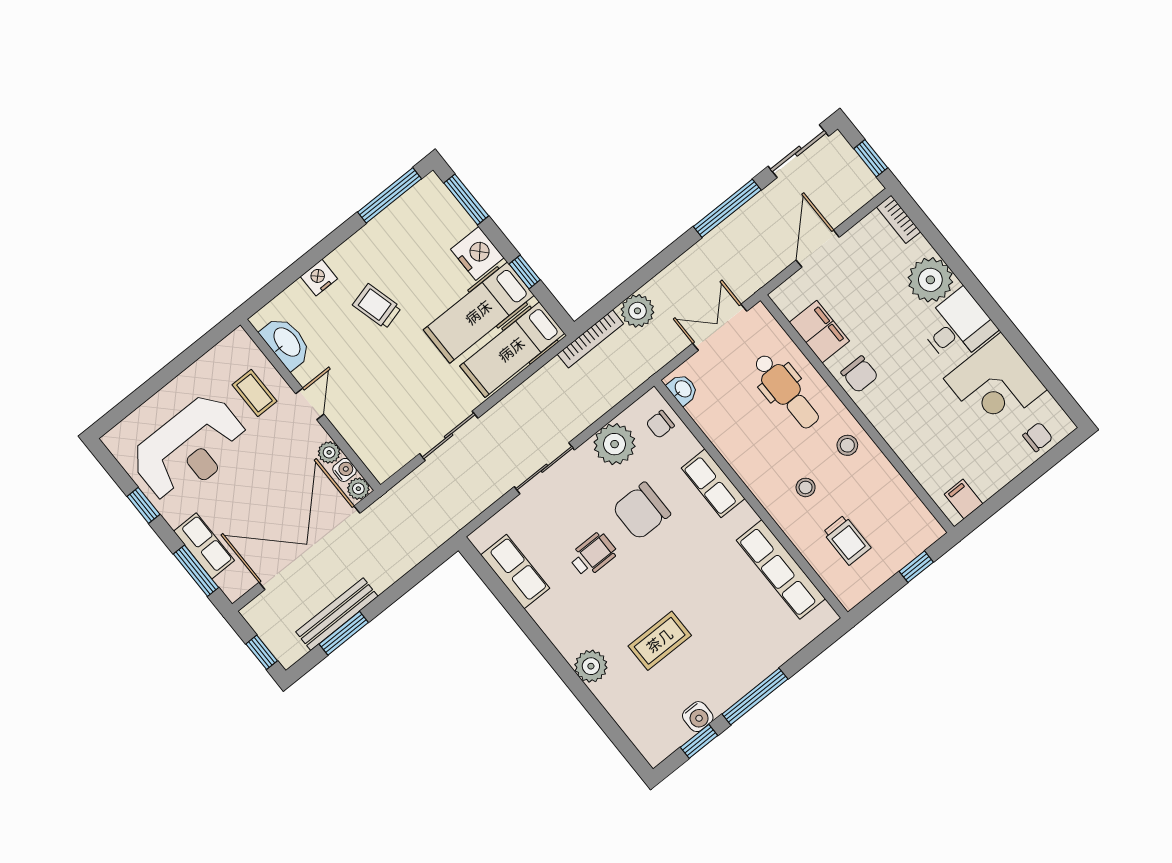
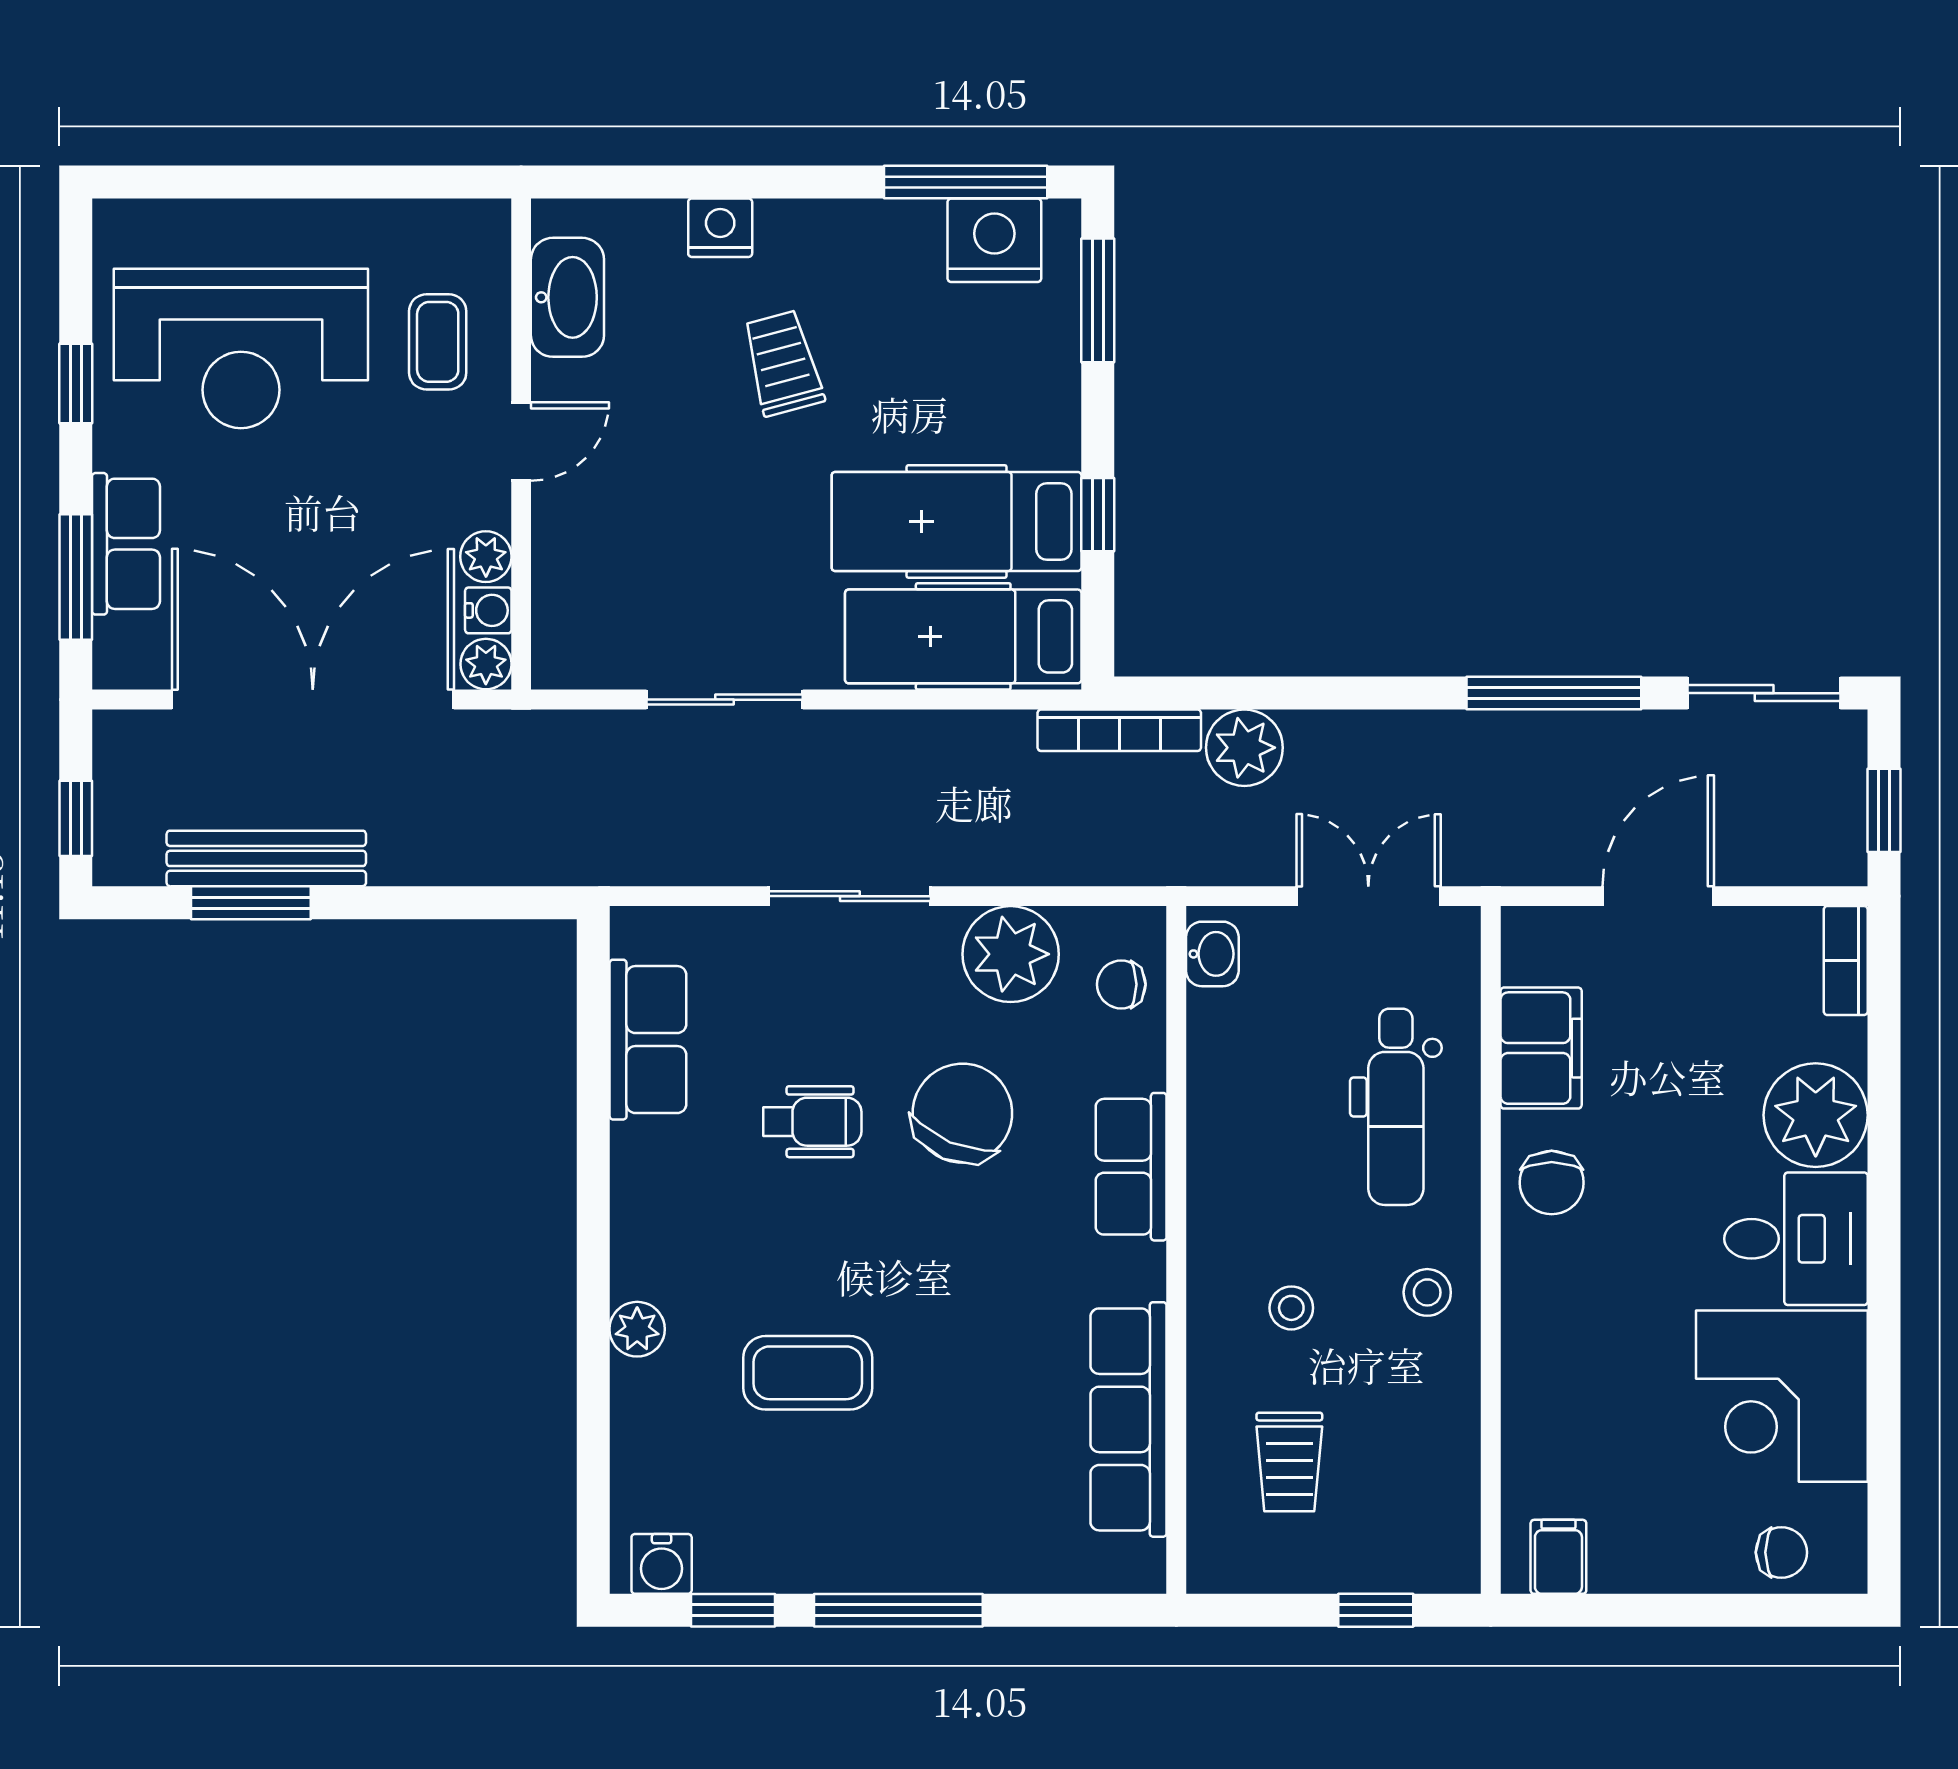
nightstand: (477, 253) -> (994, 240), moved, turned -90
chair: (641, 511) -> (962, 1113), turned 113
plant: (591, 666) -> (637, 1329), width x0.73, depth x0.73
water cooler: (698, 717) -> (662, 1564), moved

